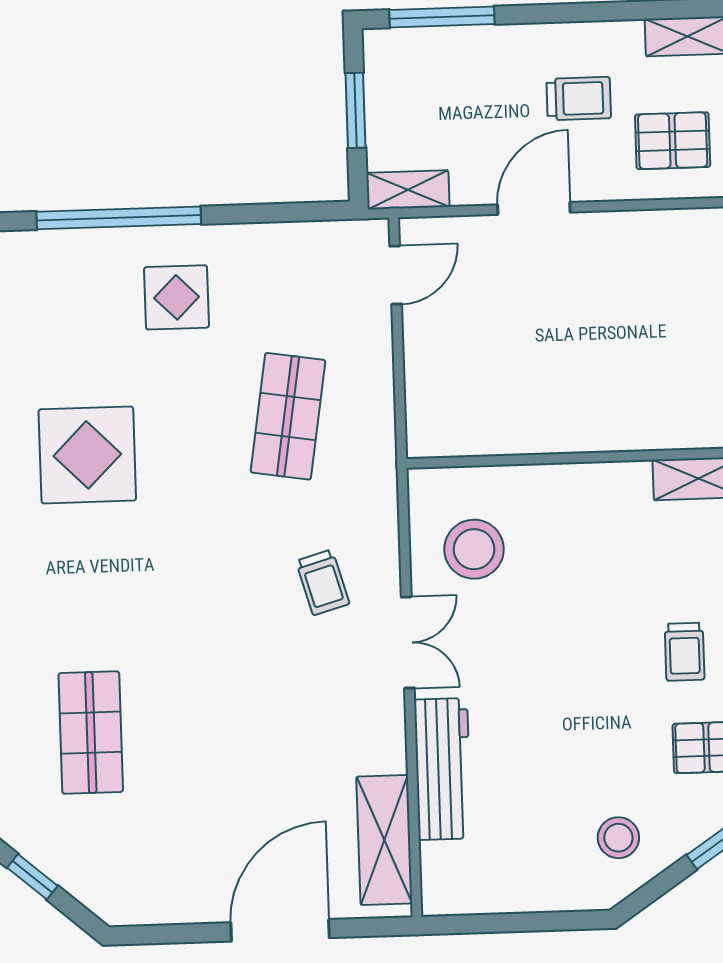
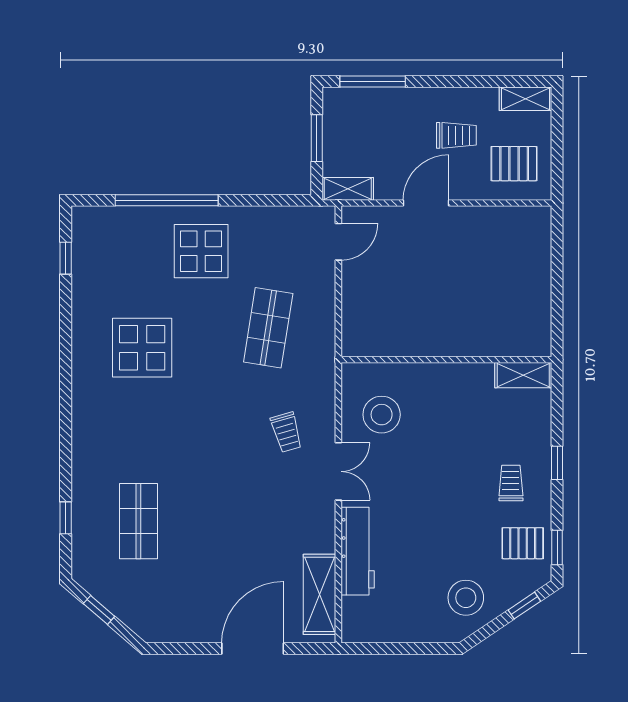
display table: (177, 297) -> (201, 251), width x1.36, depth x1.36
trolley: (685, 652) -> (511, 483), turned 180
stool: (618, 838) -> (466, 598), width x1.38, depth x1.38

